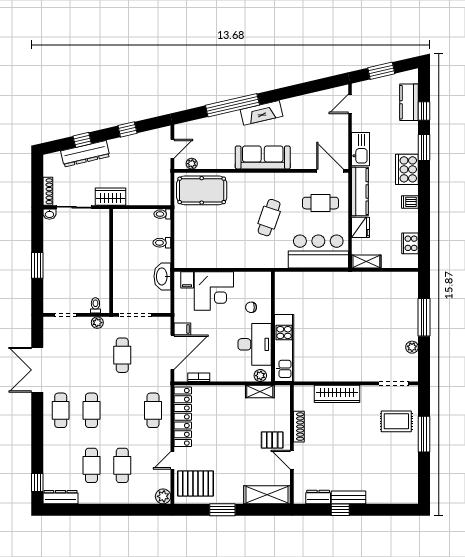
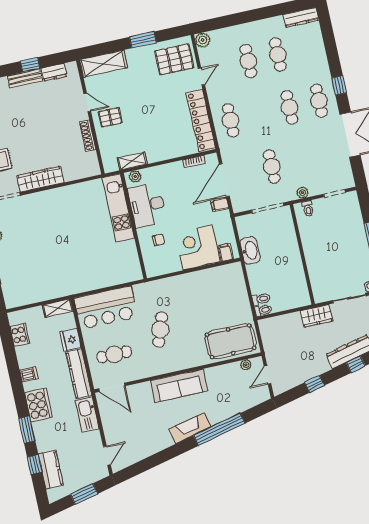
toilet: (162, 243) -> (261, 299), moved
wardrobe: (337, 394) -> (40, 179), moved
window: (37, 482) -> (339, 85), moved

